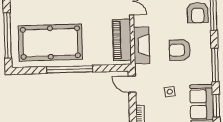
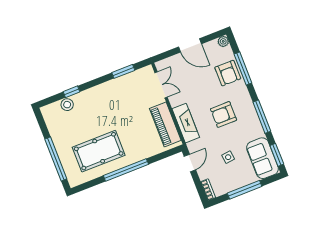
pool table: (50, 43) -> (99, 151), width x0.73, depth x0.76
door: (132, 84) -> (190, 163), swing flipped

